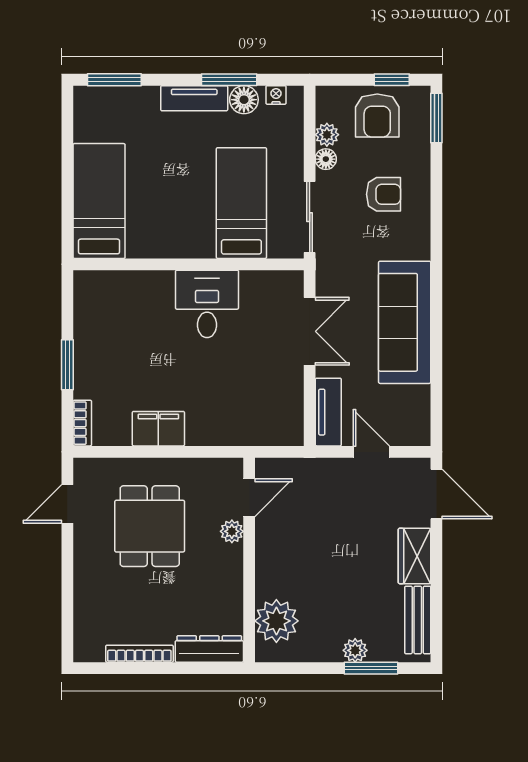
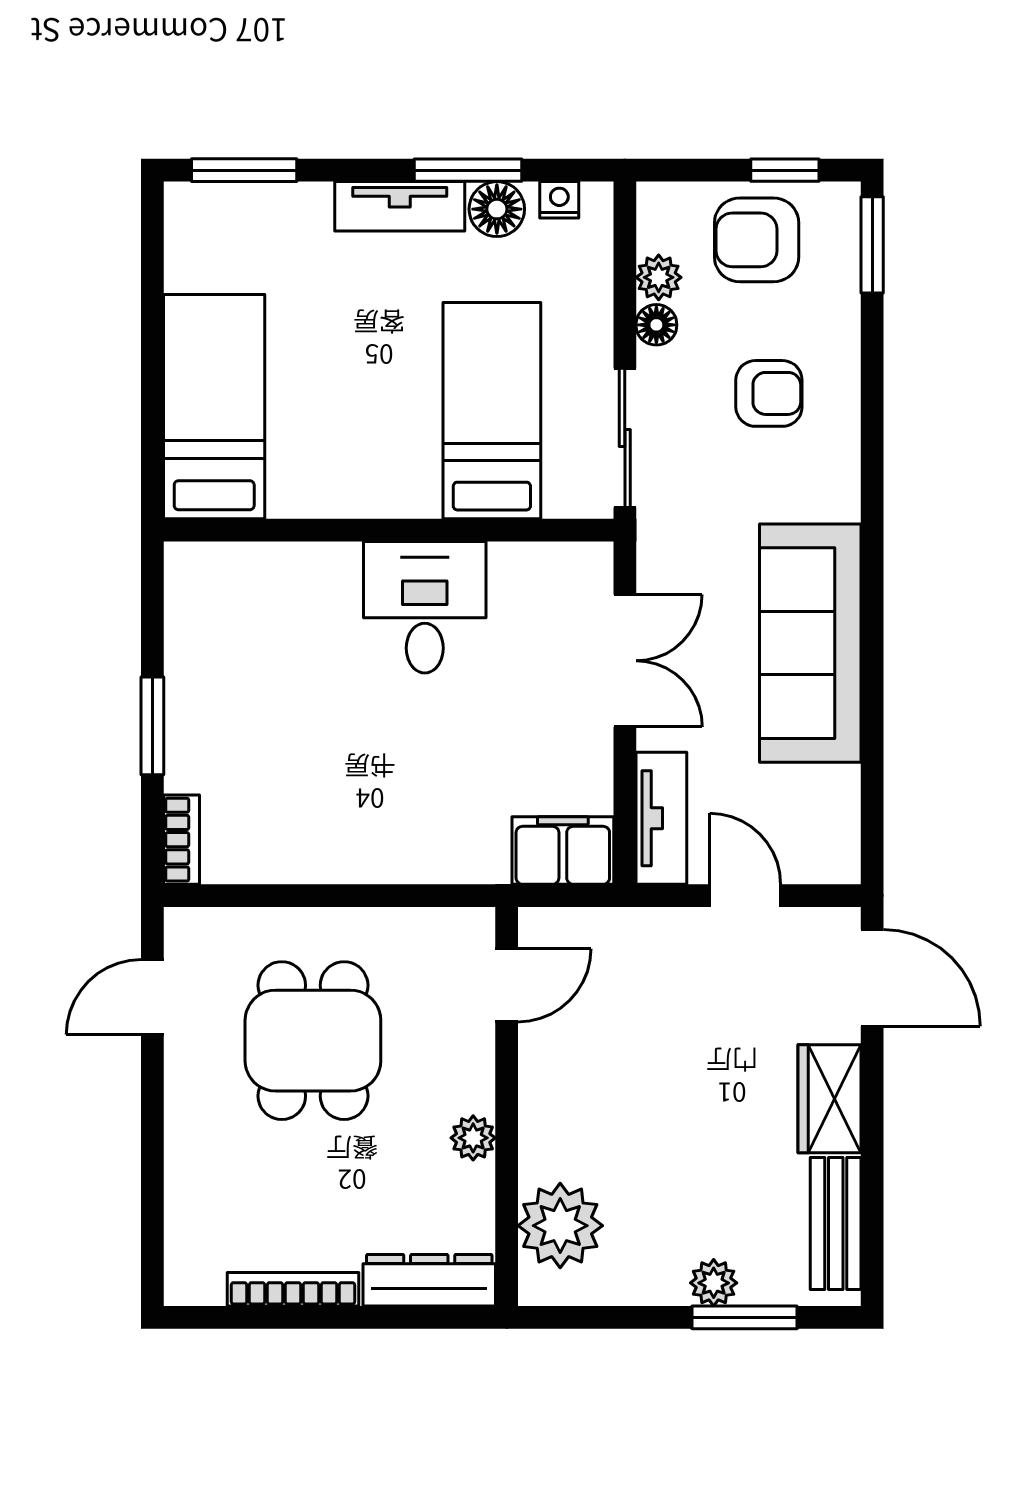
armchair: (377, 116) -> (757, 240), turned 90
filing cabinet: (158, 429) -> (563, 851), moved
plant: (232, 531) -> (473, 1138), moved

